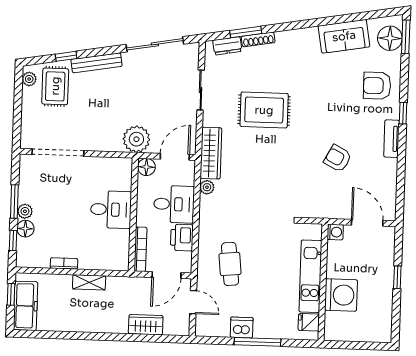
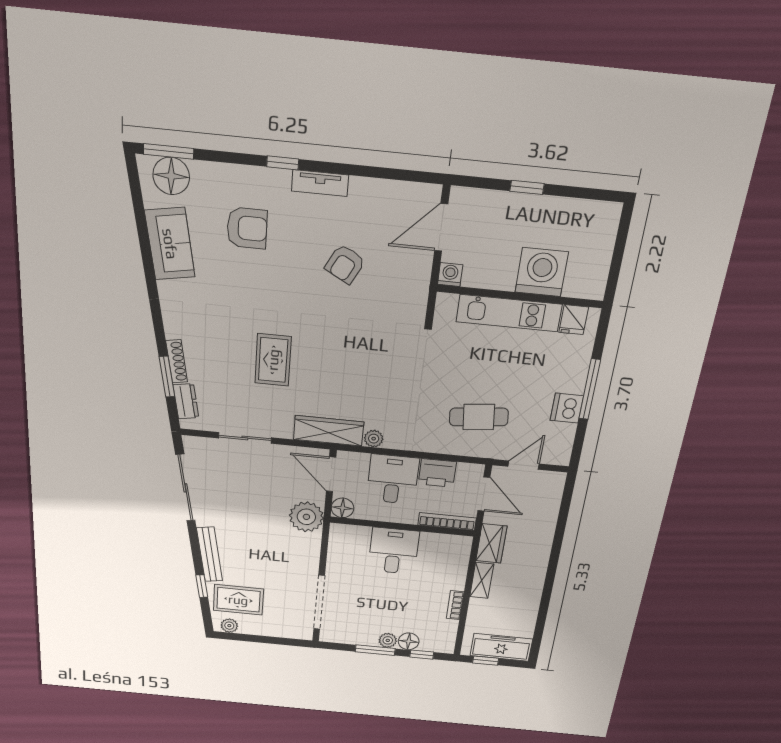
armchair: (377, 86) -> (247, 228), moved, turned -90
rug: (264, 110) -> (273, 360), width x0.73, depth x0.70
wardrobe: (146, 325) -> (491, 543), moved, turned 180

